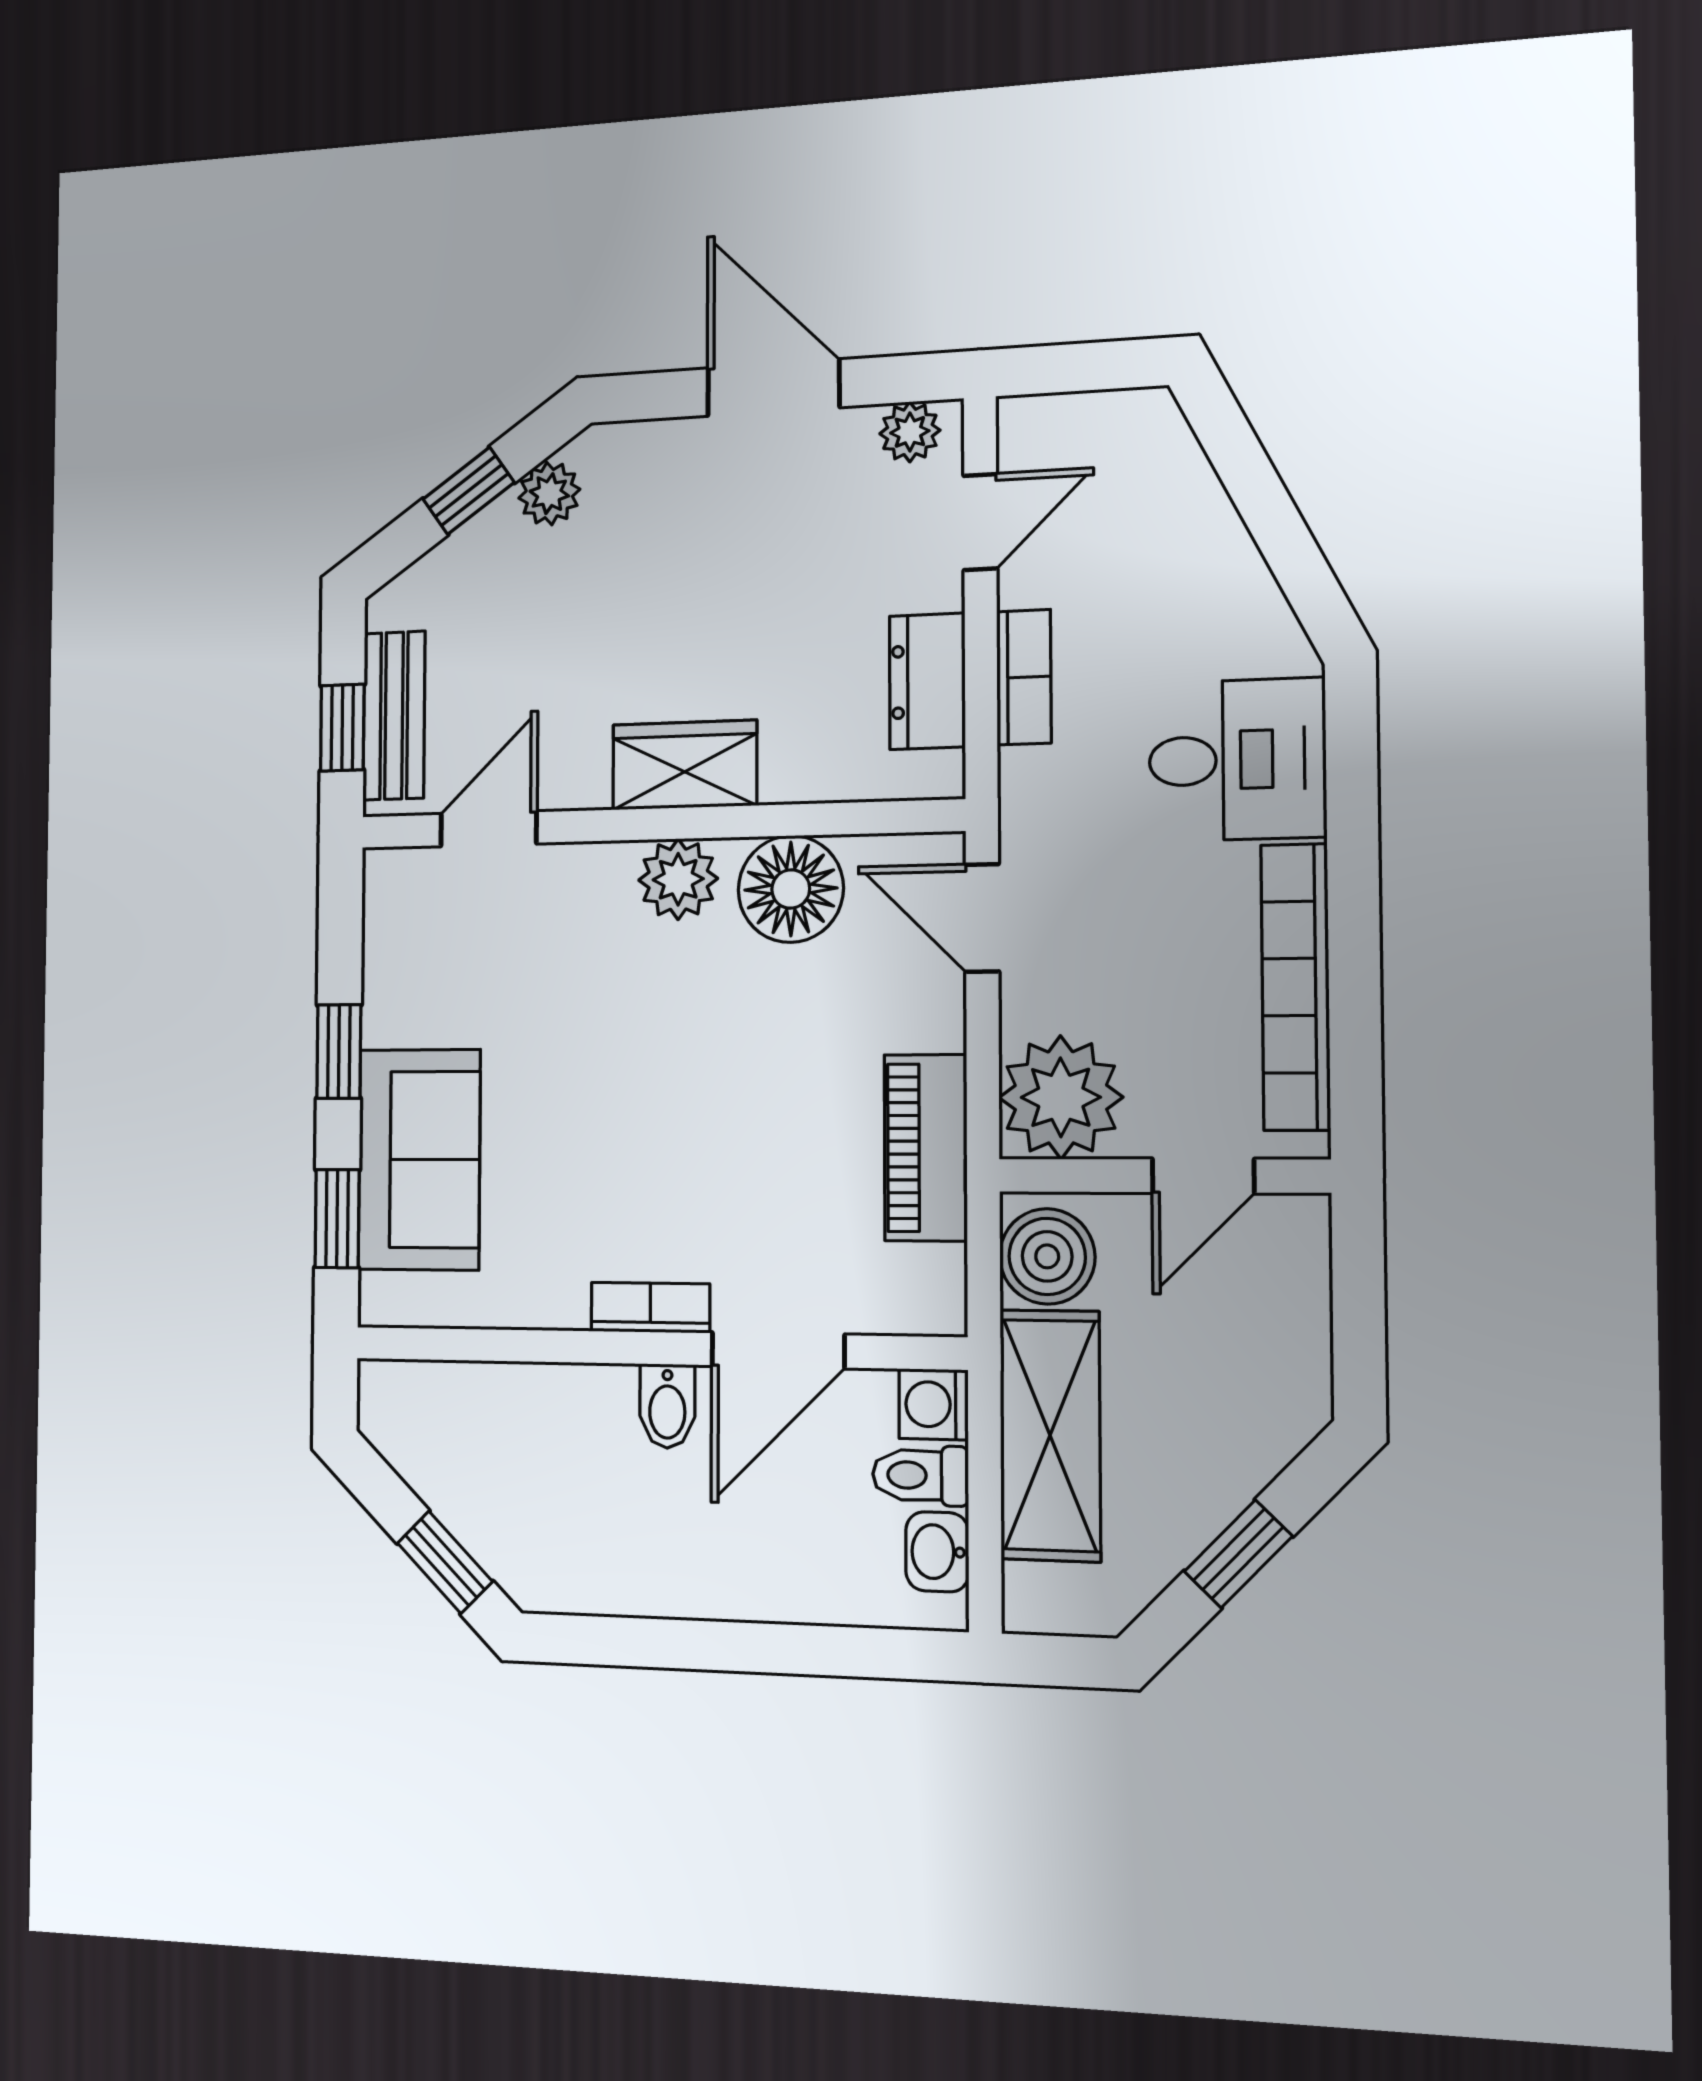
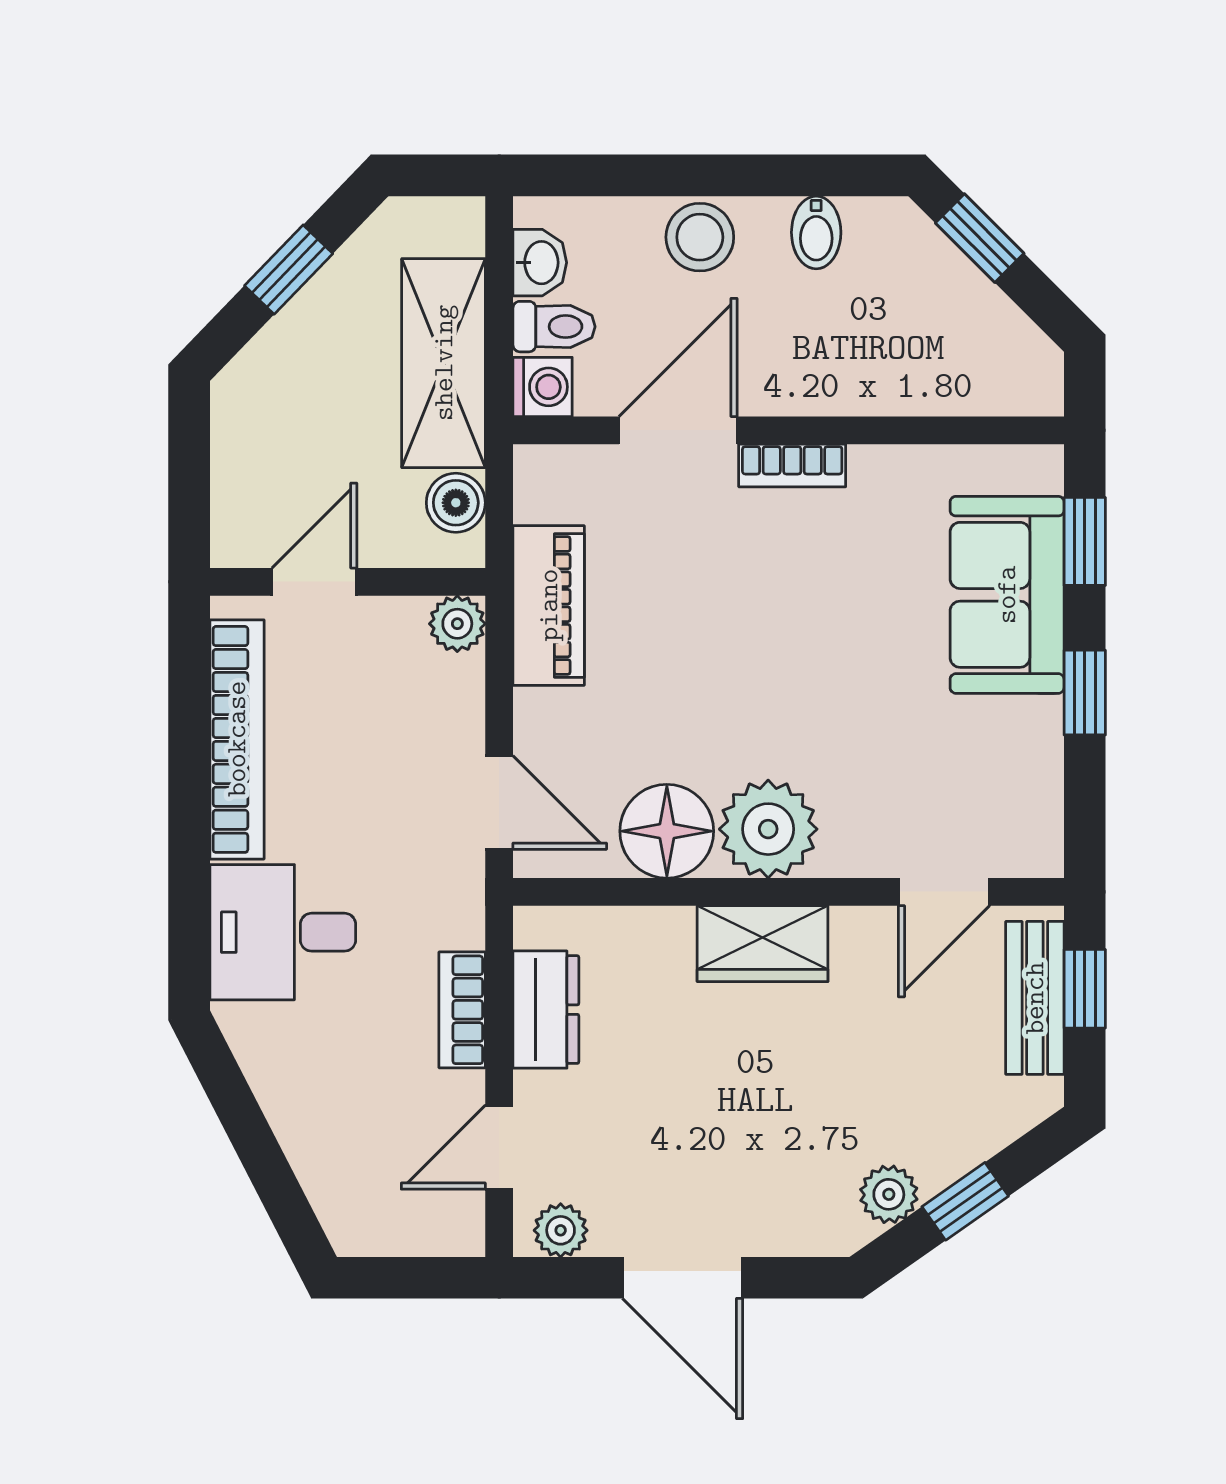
plant: (678, 879) -> (768, 829), width x1.36, depth x1.36
plant: (1061, 1097) -> (457, 624), width x0.53, depth x0.53
boiler: (1047, 1256) -> (456, 503), width x0.73, depth x0.73
bidet: (667, 1406) -> (816, 232), moved, turned 180
stool: (753, 1575) -> (700, 237), added

